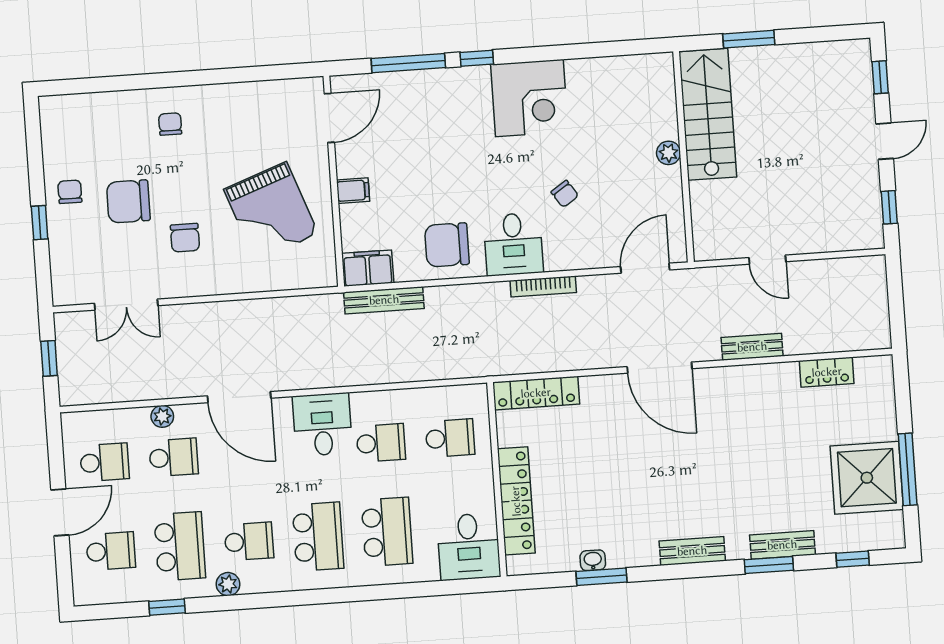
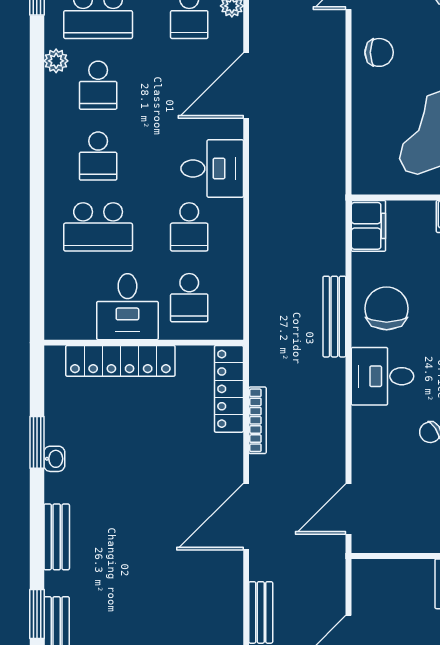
chair: (185, 238) -> (379, 52), moved, turned 180
door: (645, 268) -> (349, 509), swing flipped
bookcase: (543, 287) -> (258, 420), moved, turned 180
bench: (384, 300) -> (334, 317), moved
school desk: (318, 537) -> (98, 156), width x0.54
desk: (469, 547) -> (127, 307), moved, turned -90
washbasin: (593, 560) -> (54, 459), moved

